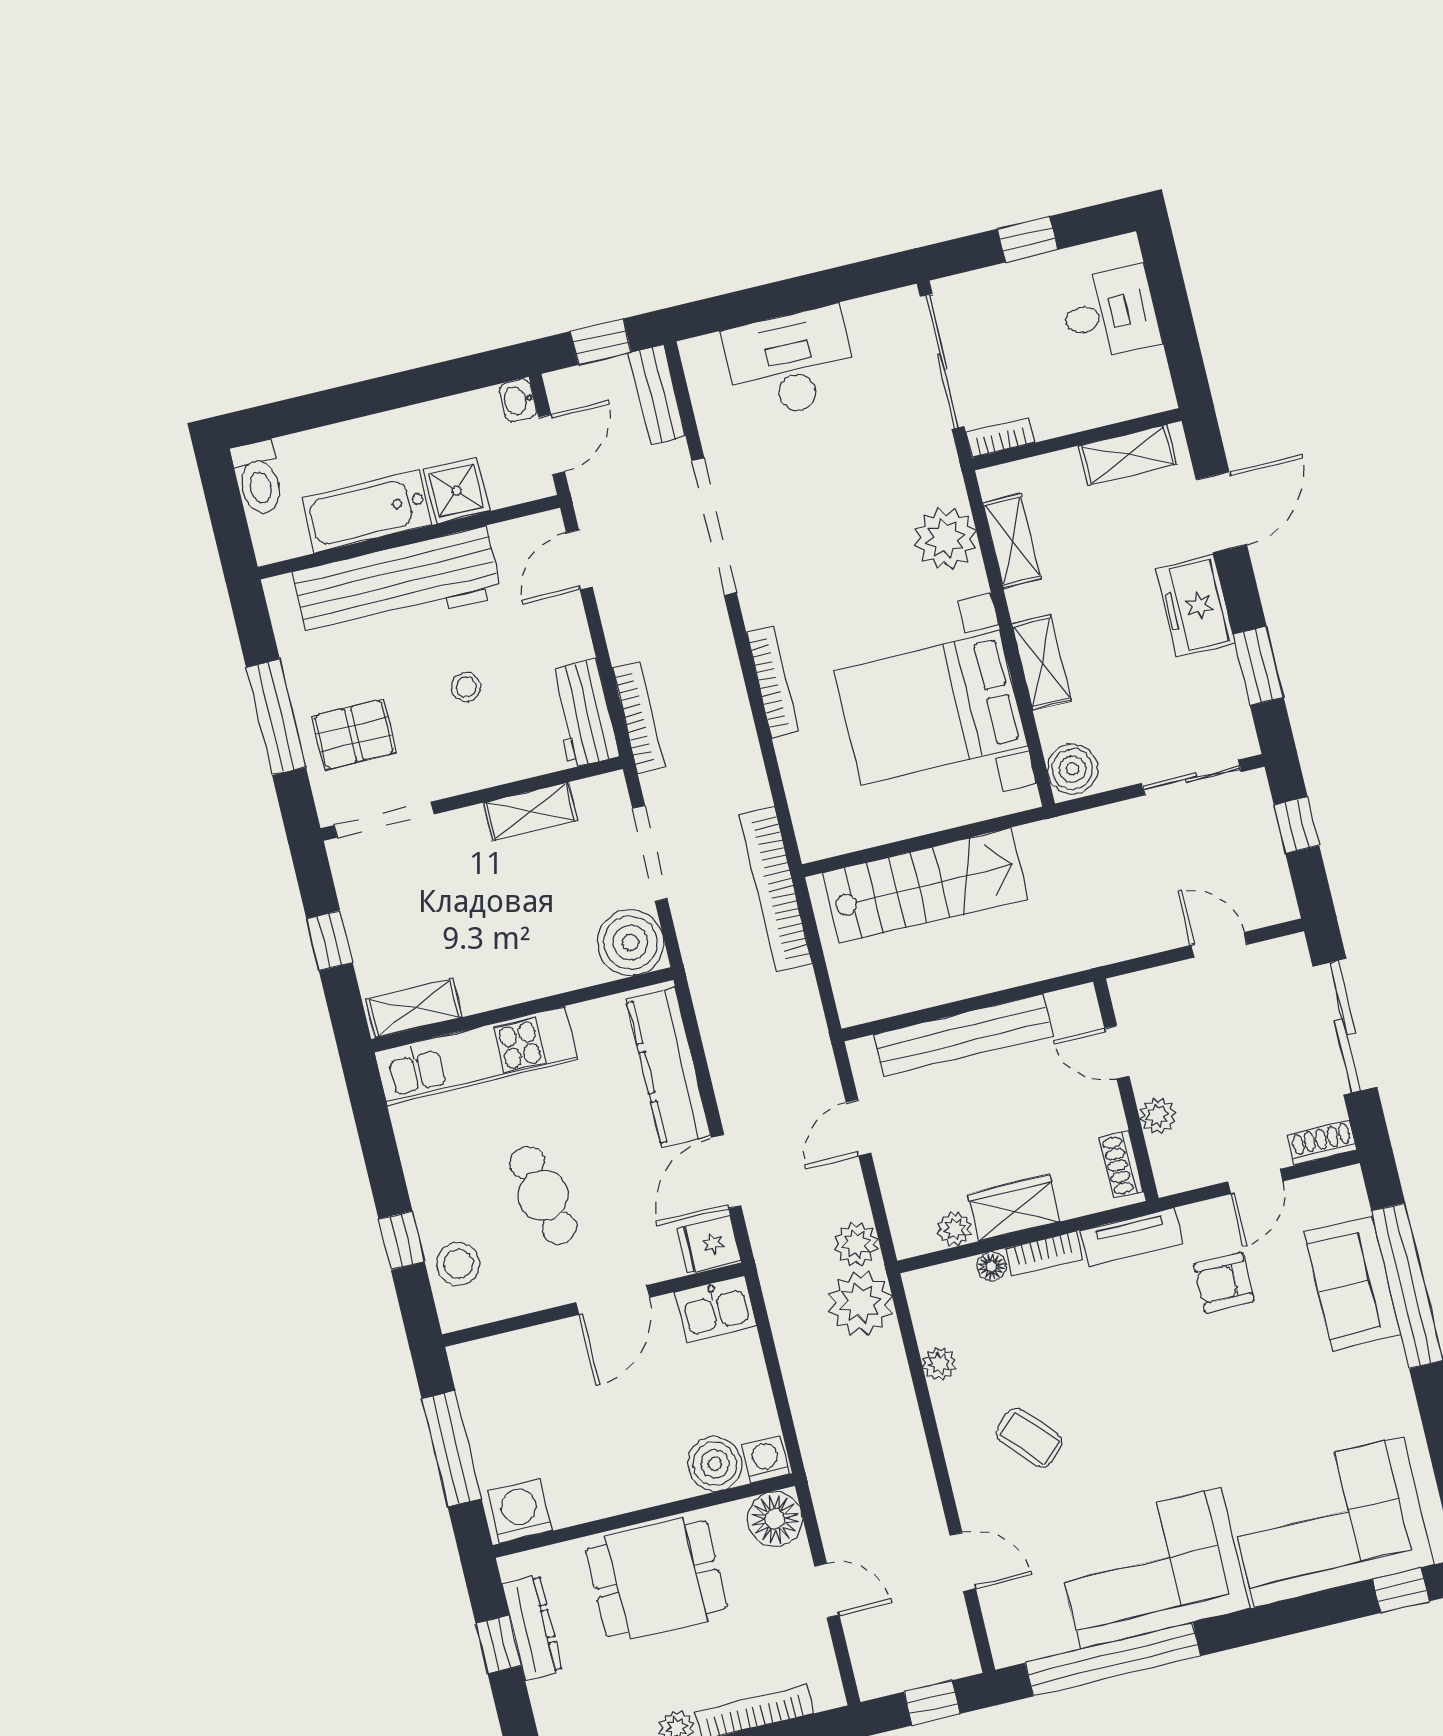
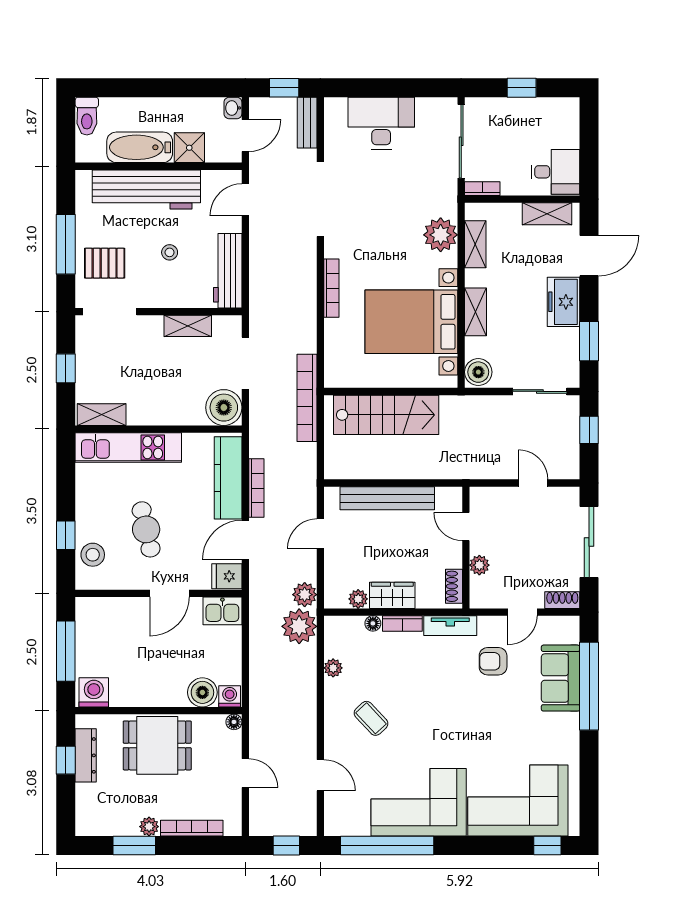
desk: (1110, 313) -> (555, 172), moved
workbench: (583, 714) -> (228, 271), width x1.38
bookcase: (638, 717) -> (256, 488), moved
floor lamp: (775, 1519) -> (234, 722), width x0.53, depth x0.53

